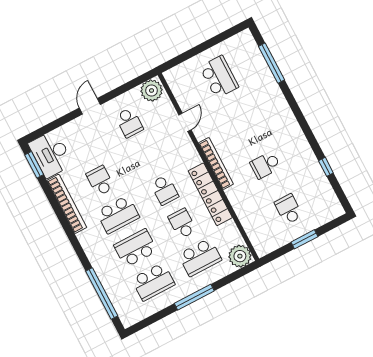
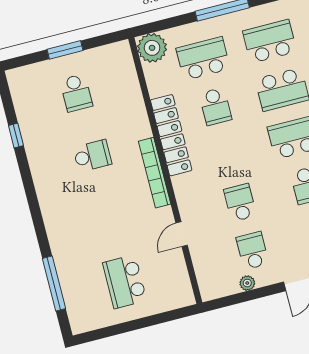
plant: (152, 90) -> (247, 283), moved, width x0.53, depth x0.53
school desk: (165, 190) -> (240, 203), moved

